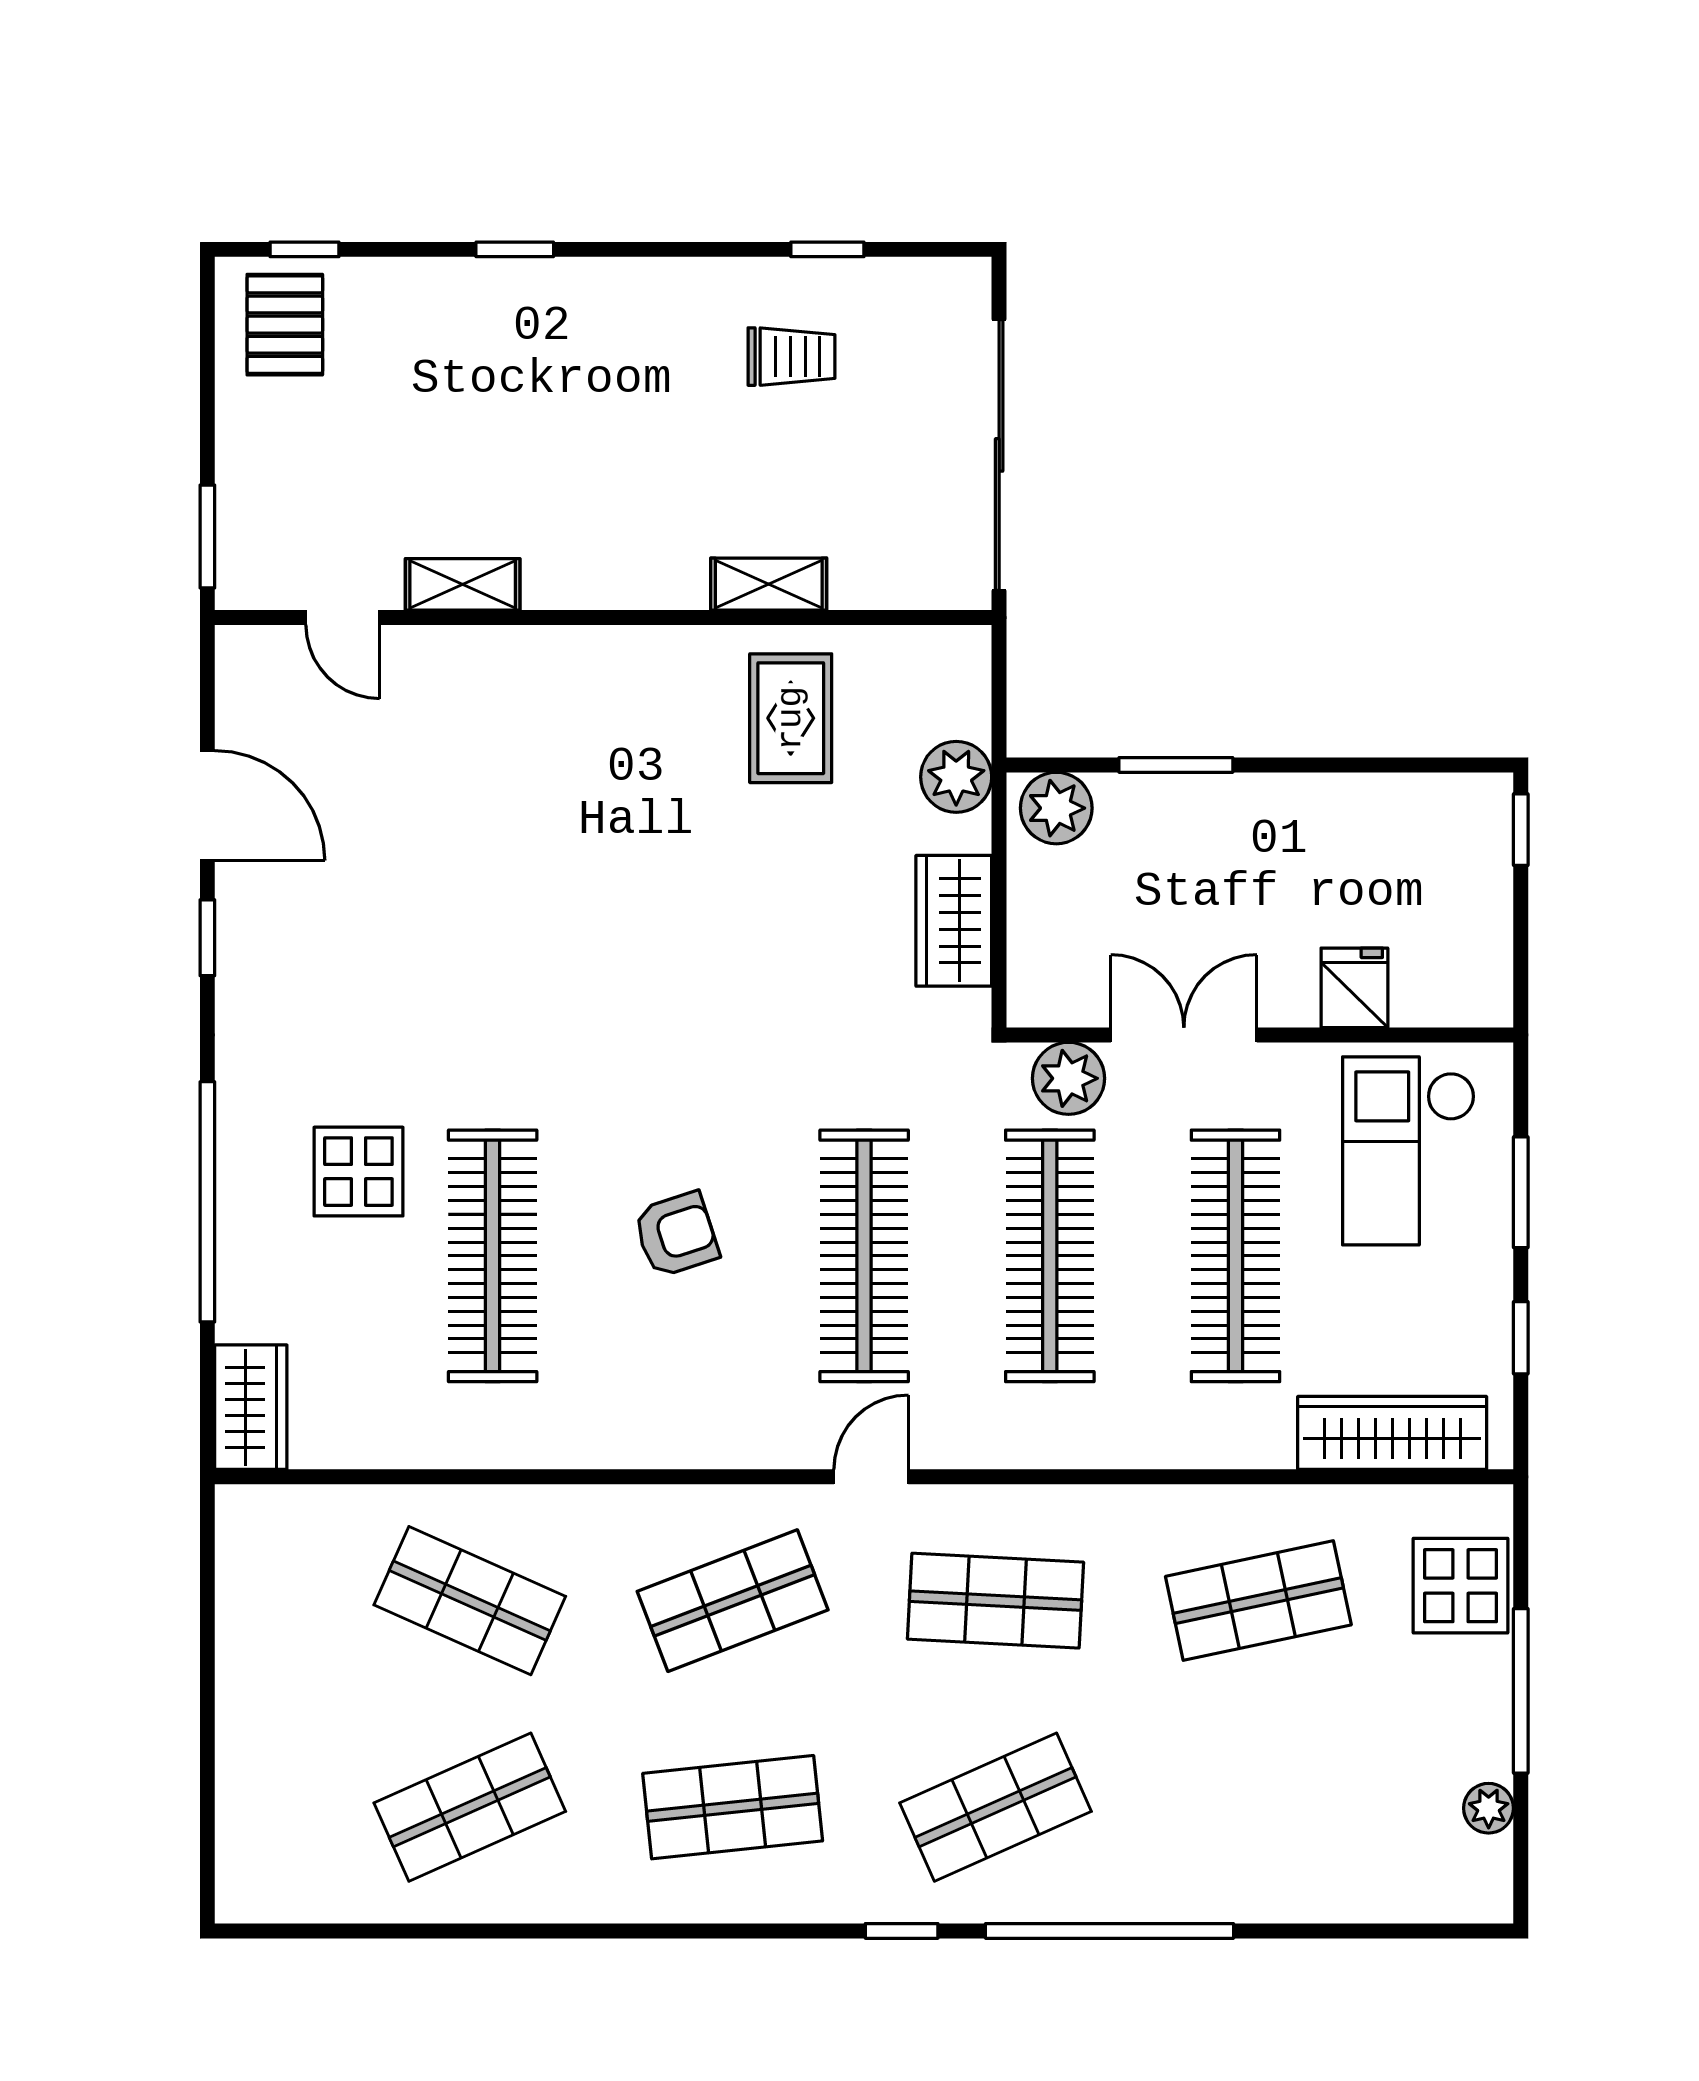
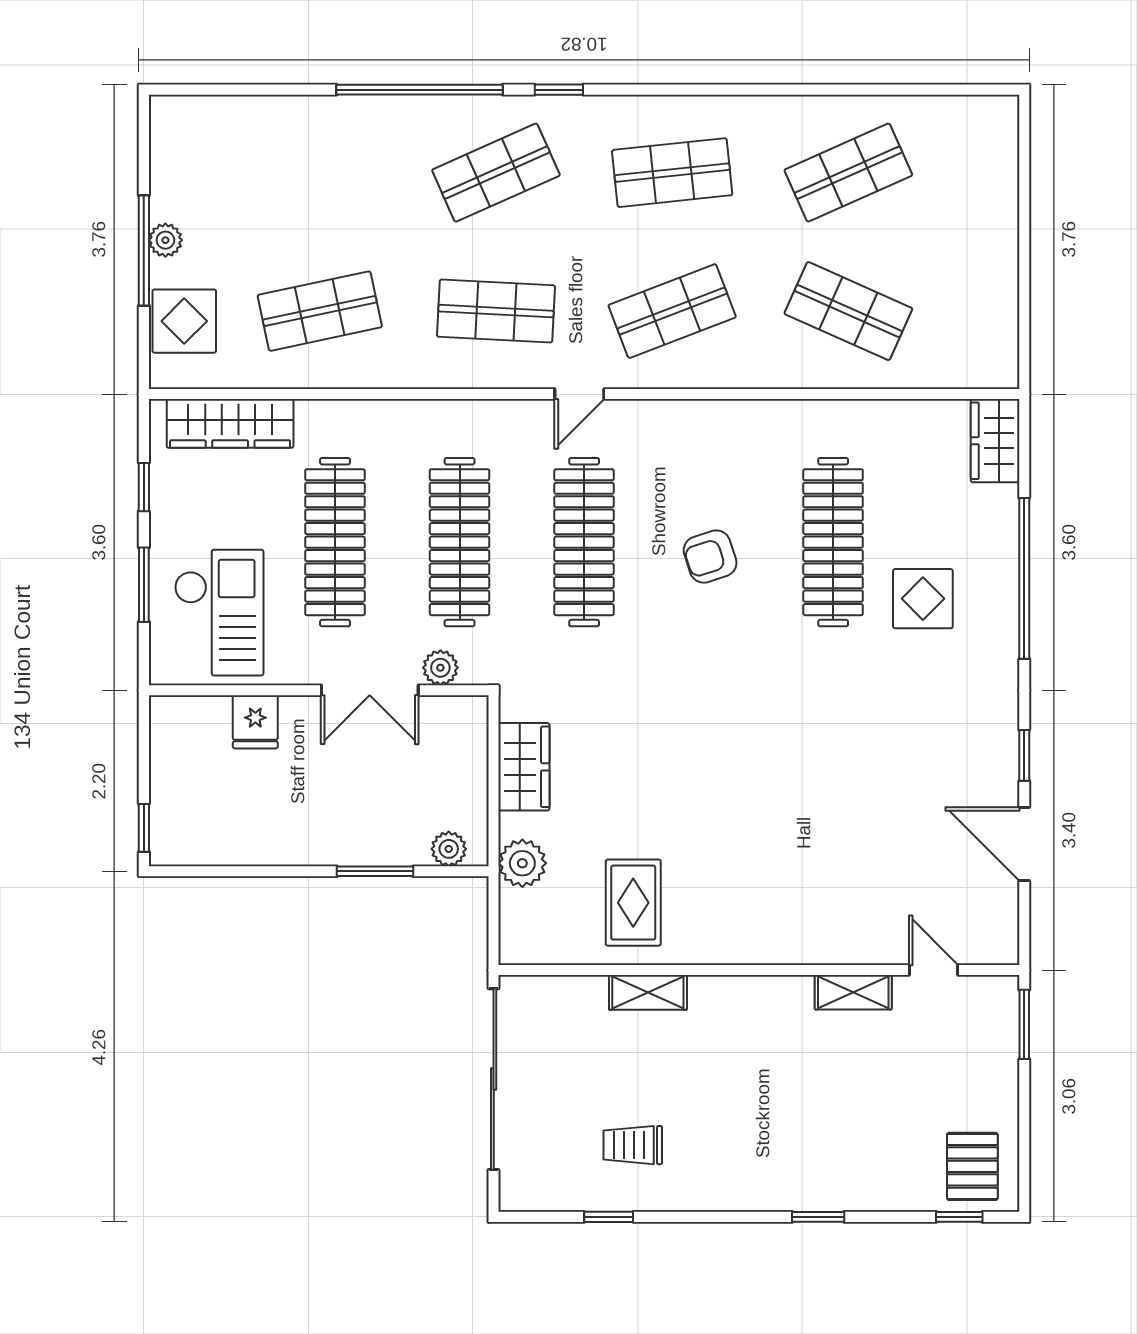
plant: (1056, 808) -> (449, 849), width x0.73, depth x0.73
plant: (1069, 1078) -> (440, 668), width x0.73, depth x0.73
plant: (1489, 1808) -> (165, 240), moved

